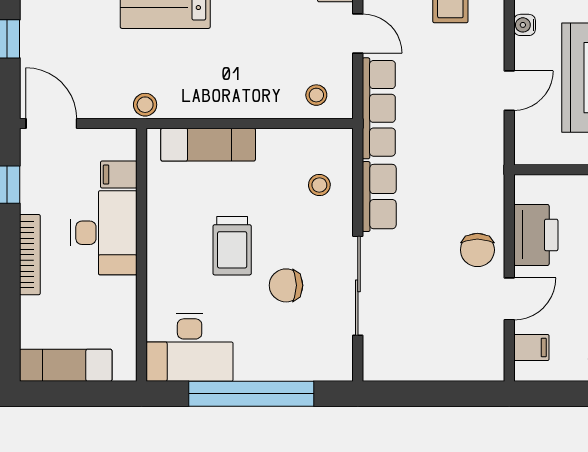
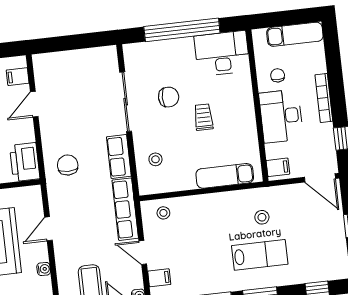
stool: (145, 105) -> (262, 217), moved
filing cabinet: (119, 174) -> (278, 167), moved
printer: (536, 235) -> (25, 162), moved
trolley: (232, 246) -> (204, 117), width x0.73, depth x0.72
chair: (477, 250) -> (68, 165), moved
chair: (102, 301) -> (278, 75), added

